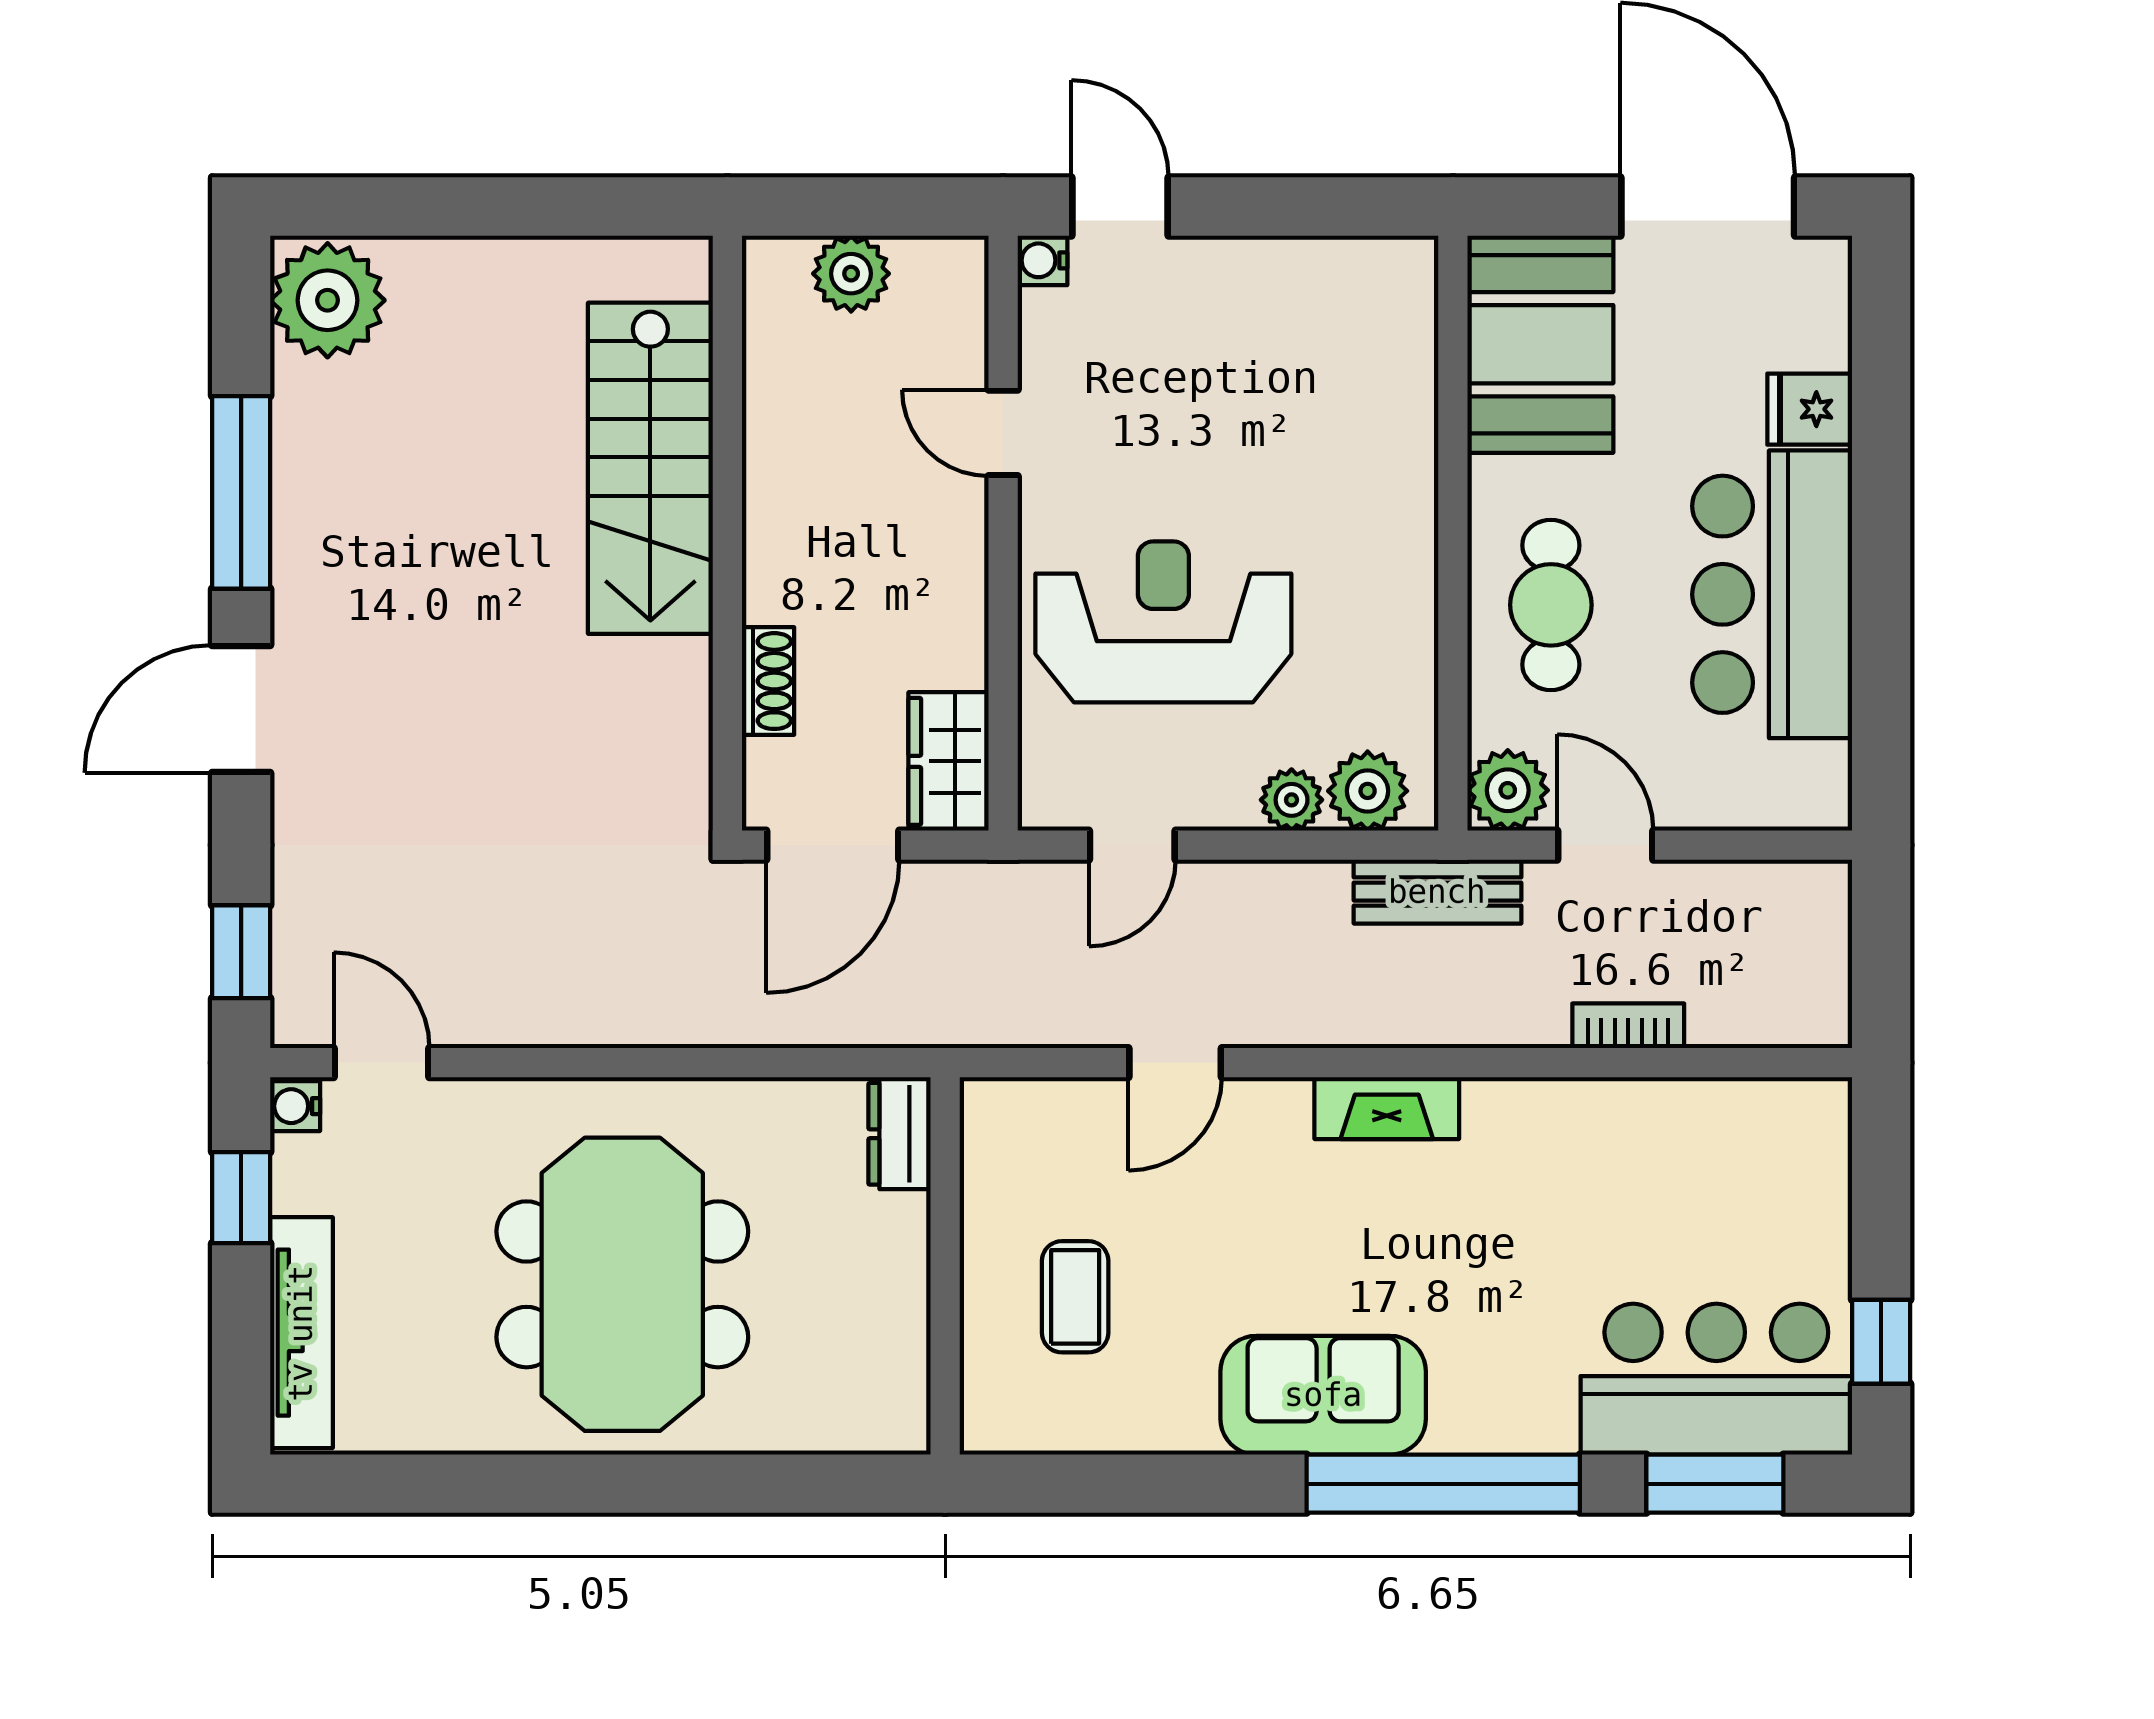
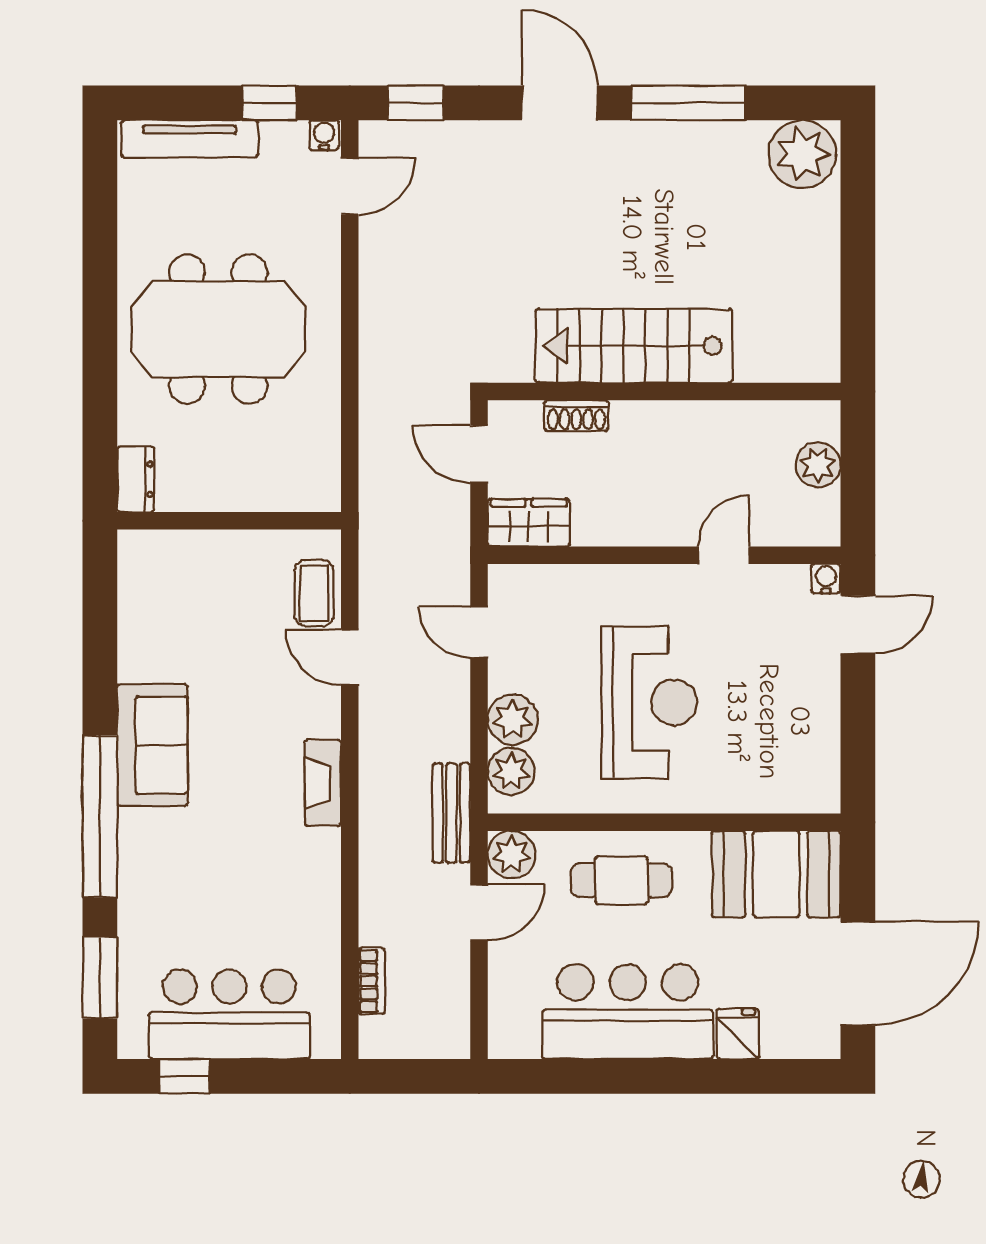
stairs: (650, 468) -> (634, 346), moved
reception desk: (1163, 622) -> (649, 702), moved
plant: (1292, 800) -> (513, 720), width x1.38, depth x1.38
door: (833, 845) -> (479, 454), width x0.73
bookcase: (1628, 1026) -> (372, 981), moved
dresser: (899, 1134) -> (136, 479), moved, turned 90
coffee table: (1075, 1297) -> (314, 593), moved, turned 90
bar counter: (1716, 1379) -> (229, 1014), moved, turned -90

